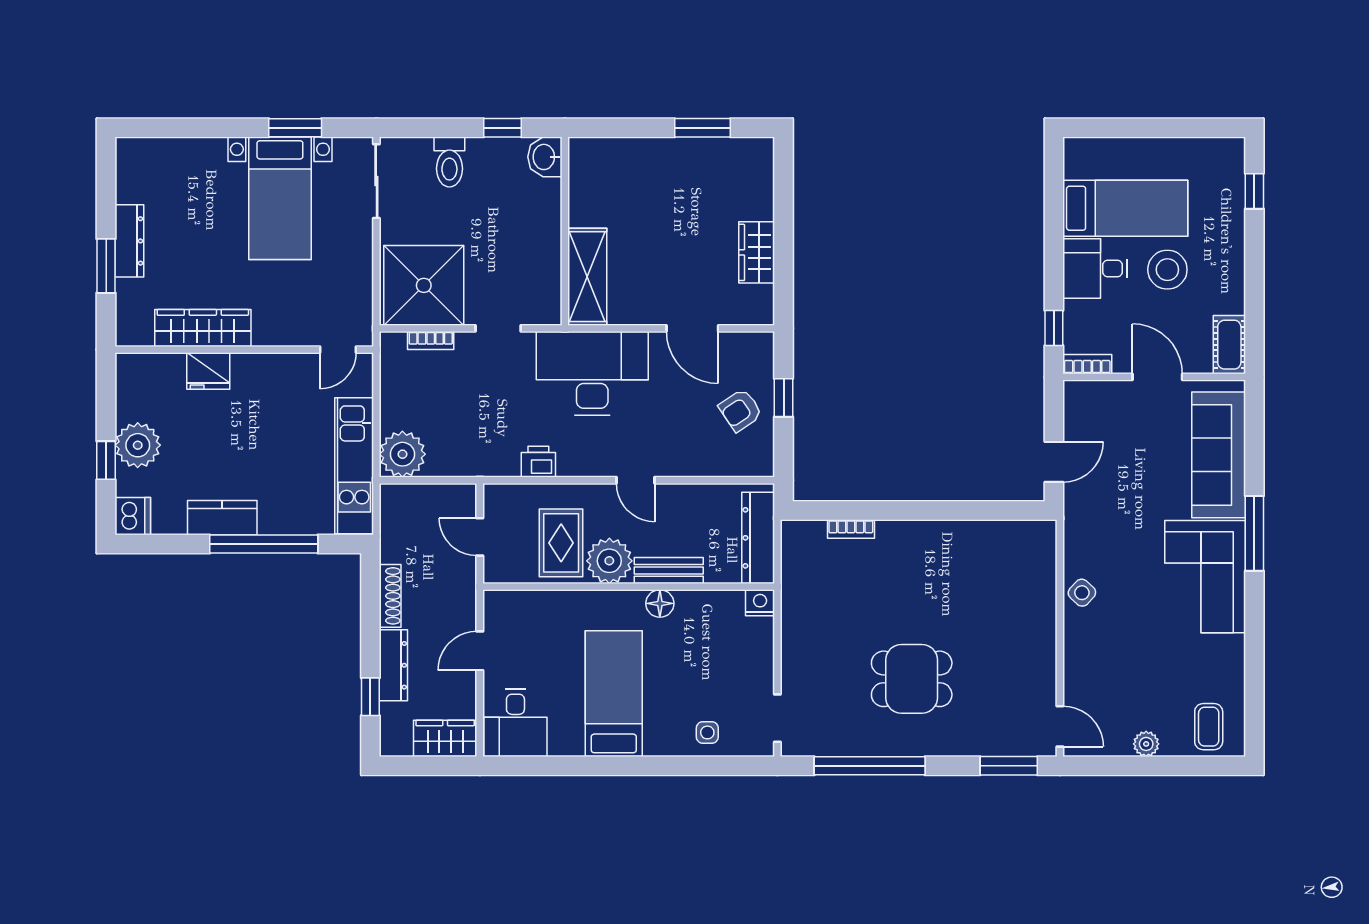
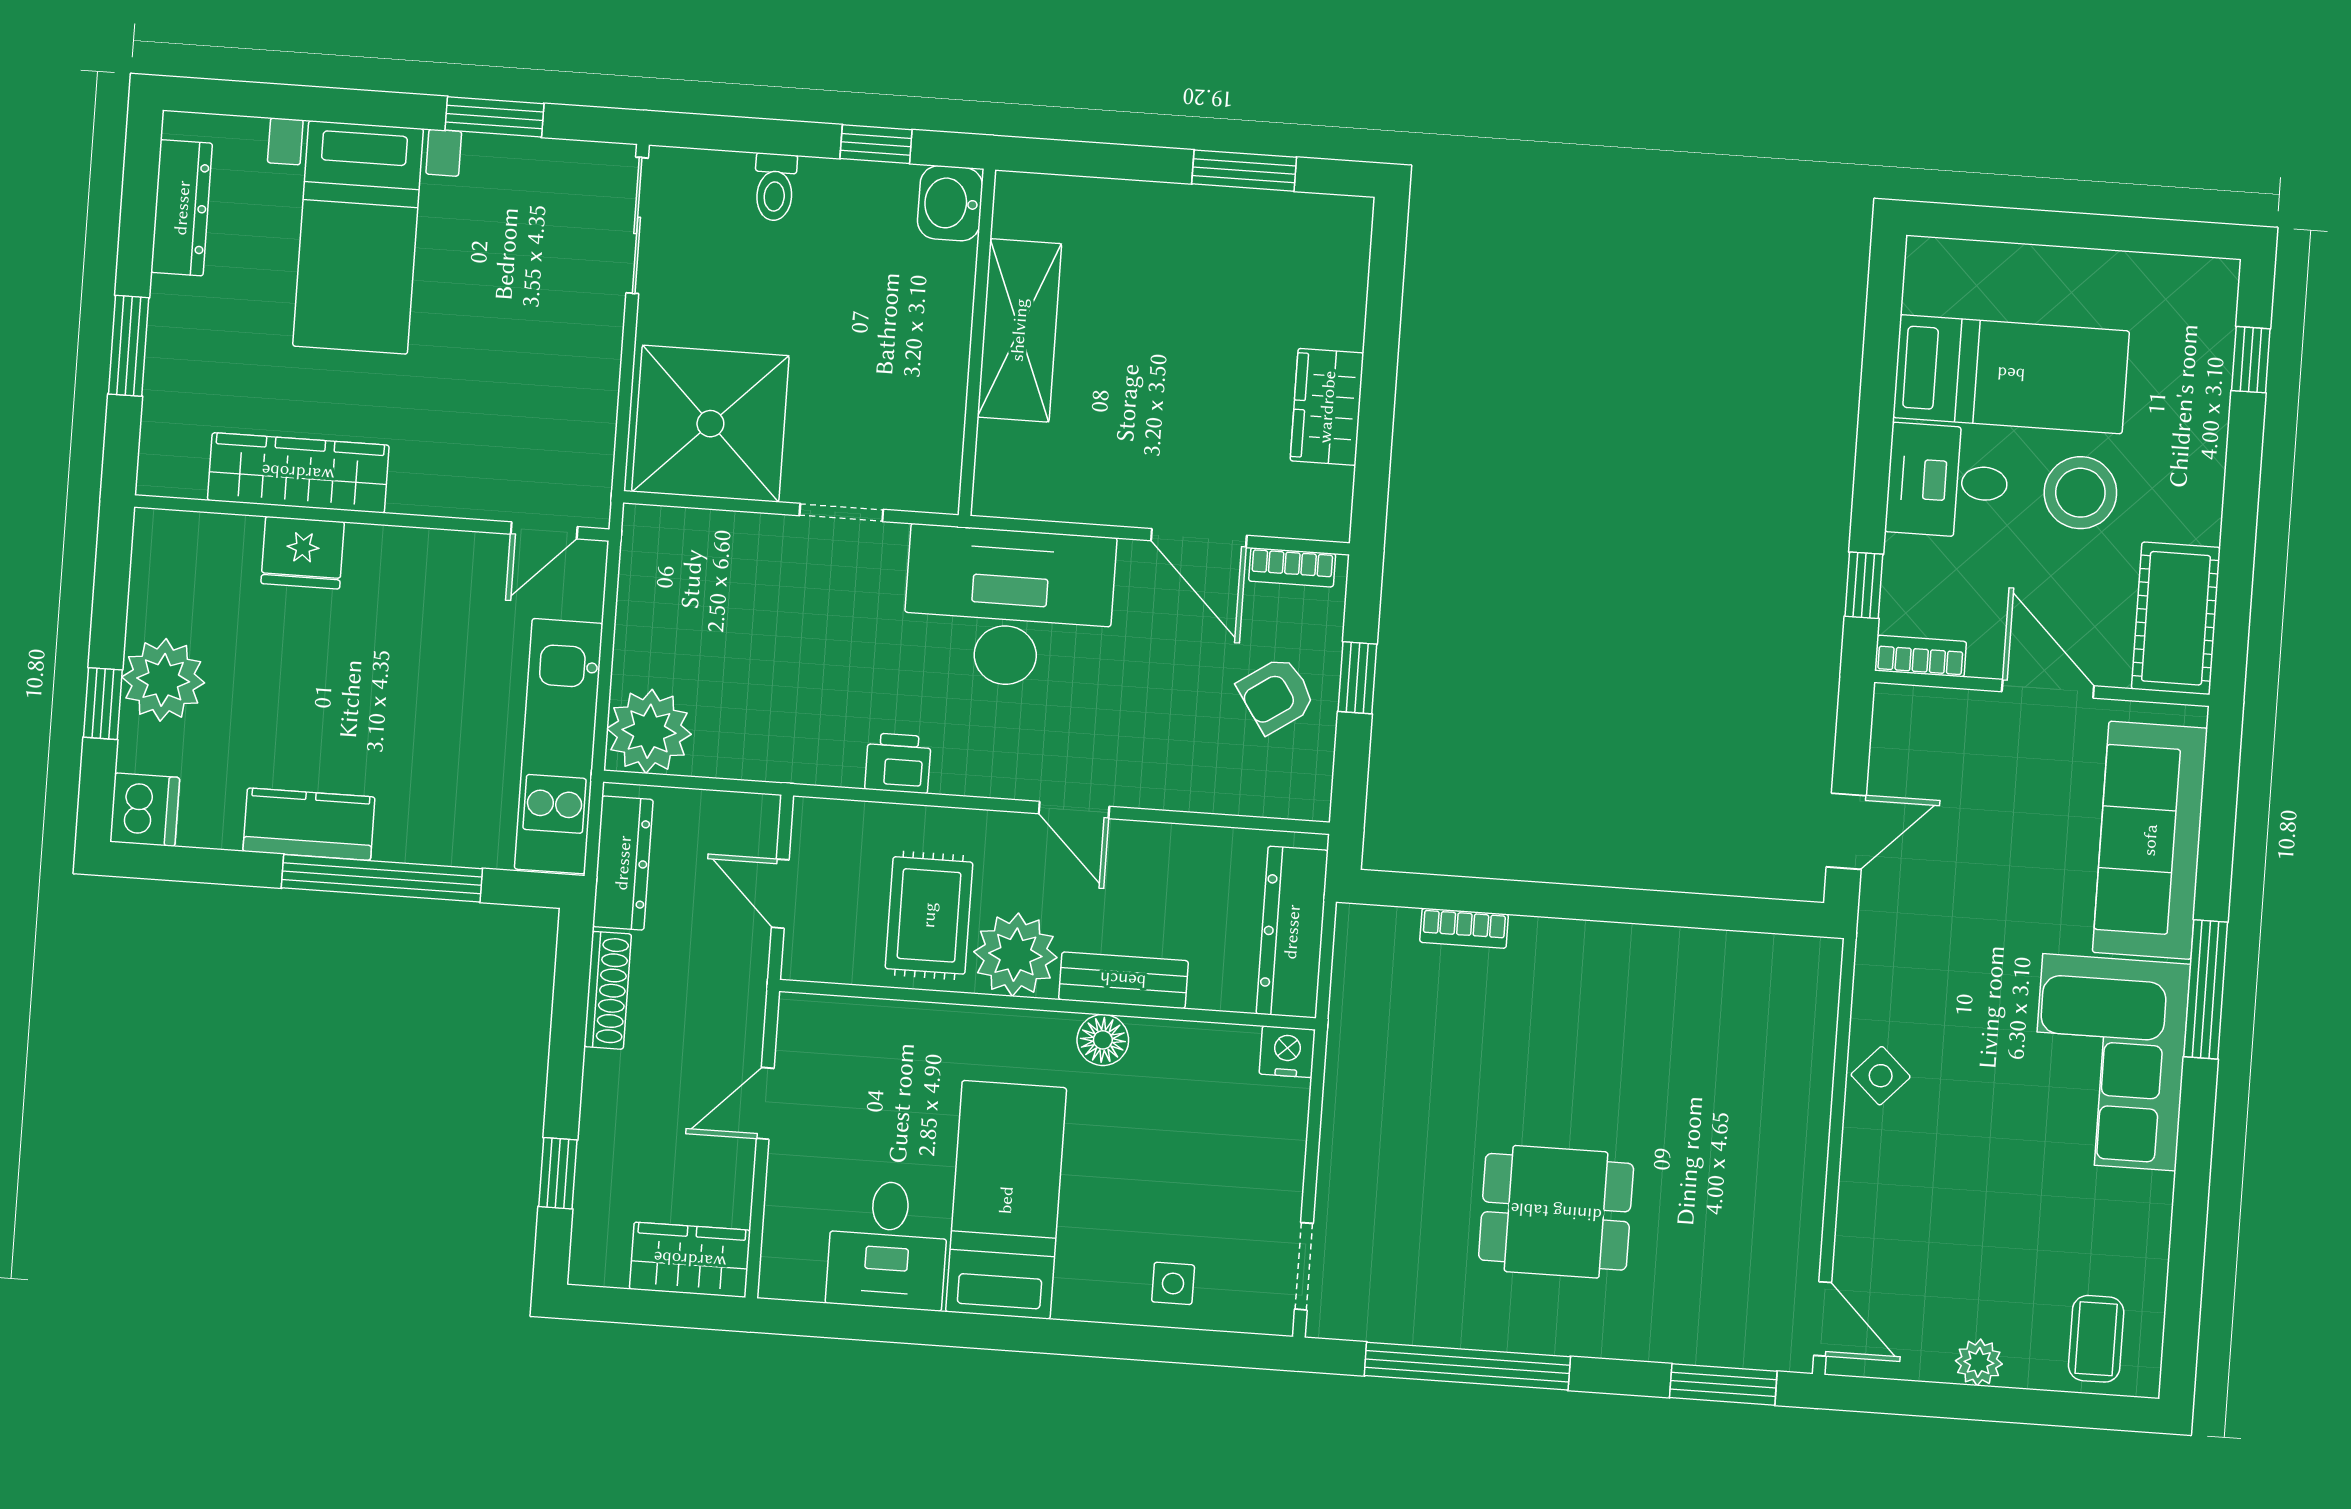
toilet: (449, 162) -> (775, 187), width x0.73, depth x0.72
bed with nightstands: (280, 198) -> (358, 237), moved
dresser: (129, 241) -> (182, 208), moved
shelving: (587, 277) -> (1019, 330), moved
bookcase: (431, 341) -> (1292, 567), moved
cot: (1229, 345) -> (2176, 618), width x1.37, depth x1.34
dresser: (393, 665) -> (623, 863), moved
desk: (515, 723) -> (888, 1245), moved

